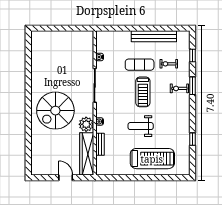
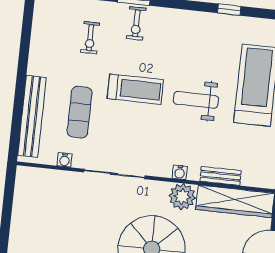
bench: (154, 36) -> (32, 116), moved
exercise mat: (140, 65) -> (80, 112), moved
weight bench: (141, 126) -> (196, 100), turned 90

